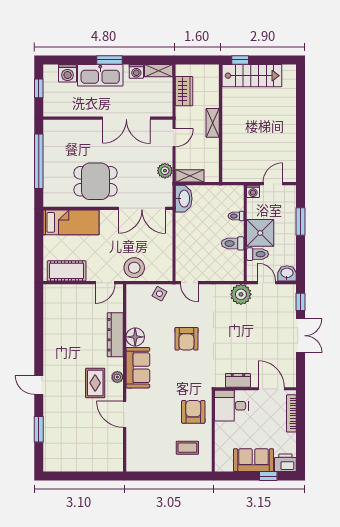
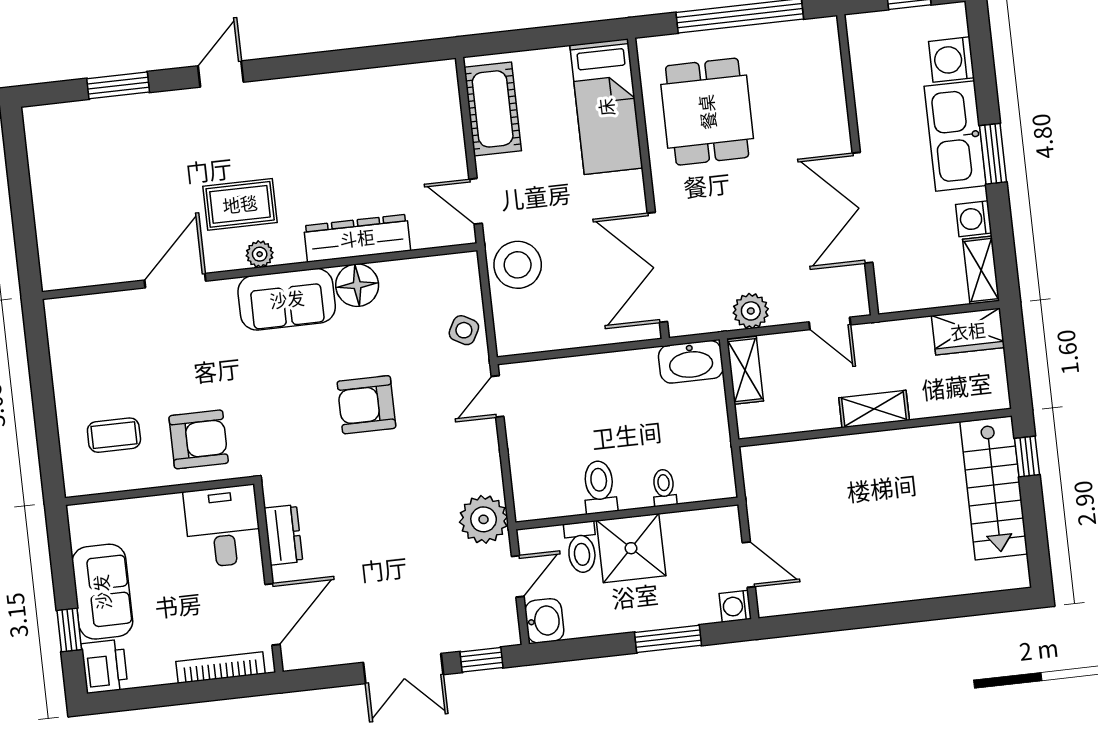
wardrobe: (184, 91) -> (968, 331), moved
dining table: (95, 181) -> (707, 112), moved
washing machine: (253, 191) -> (735, 606), moved
coffee table: (187, 448) -> (114, 435), turned 90

